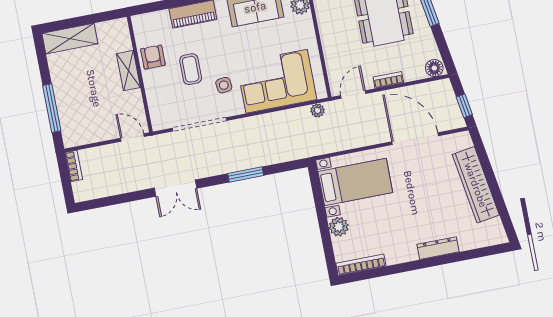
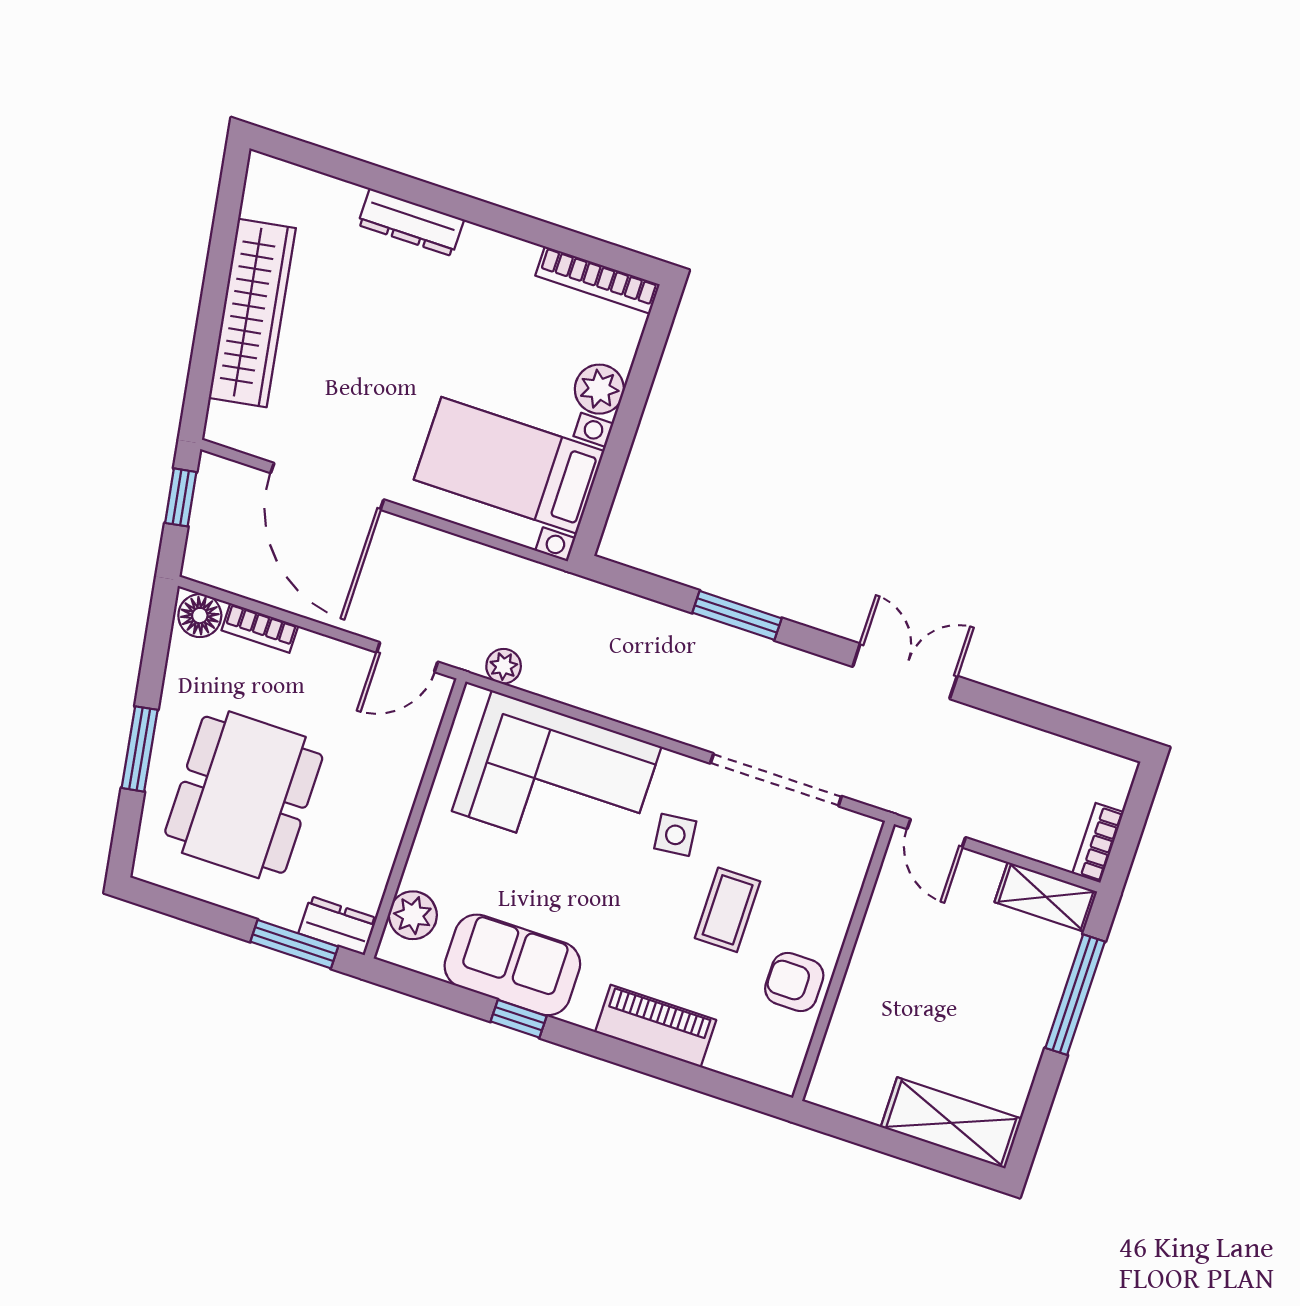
armchair: (153, 57) -> (794, 982), turned 90
shelving: (128, 71) -> (1046, 897), moved, turned 90
bookcase: (388, 80) -> (260, 628), moved

